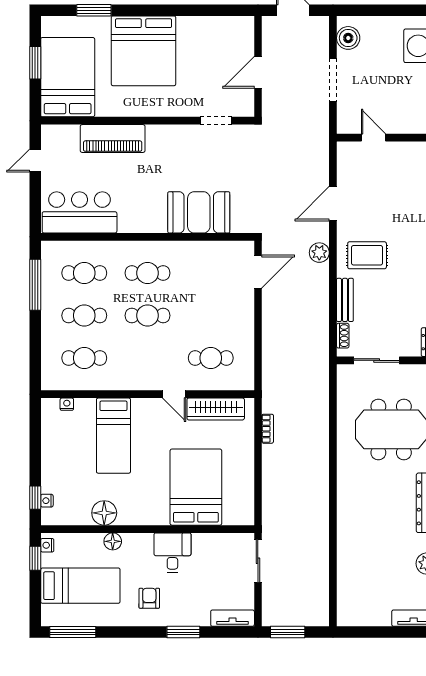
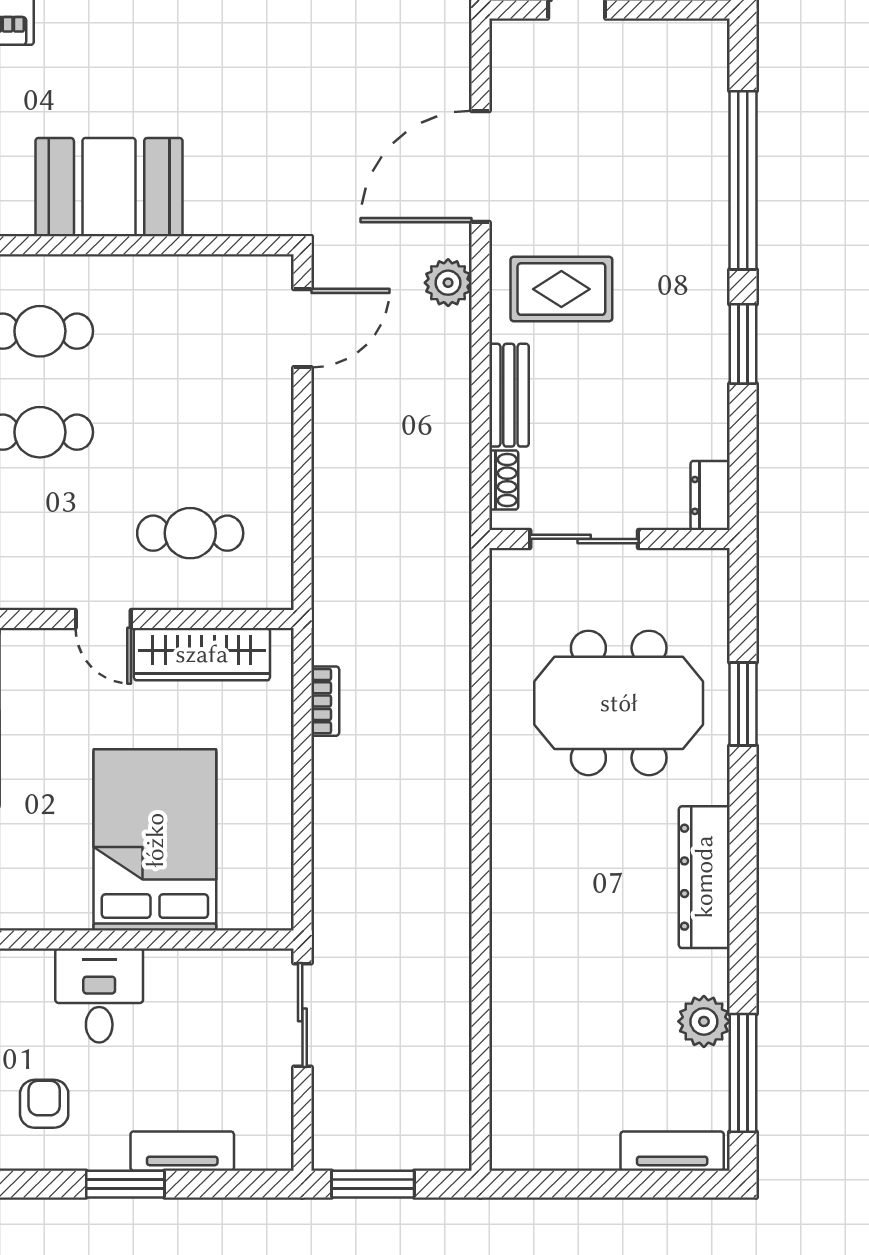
door: (333, 204) -> (480, 166), width x1.36
booth: (199, 212) -> (109, 187), moved
tv unit: (233, 618) -> (182, 1151), moved

